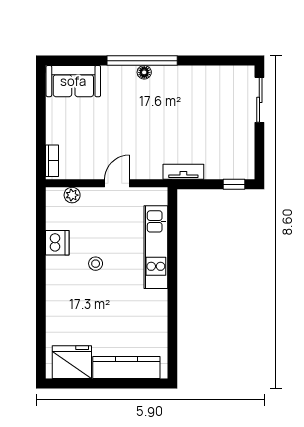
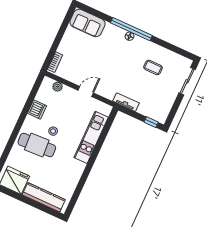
coffee table: (200, 102) -> (153, 67), added
cafe table: (81, 295) -> (37, 145), added

